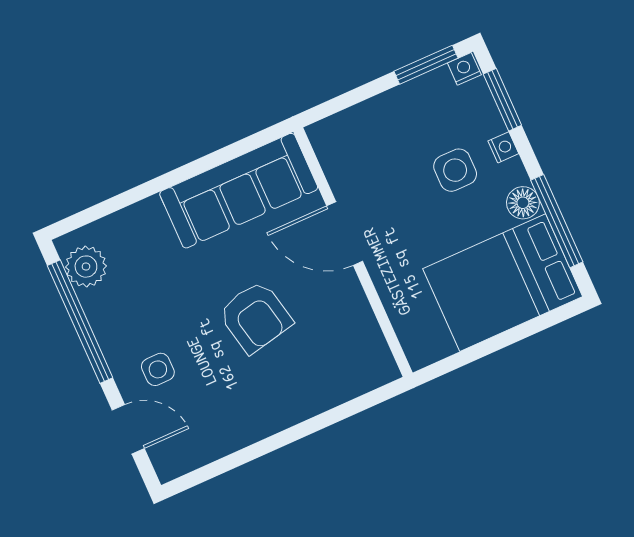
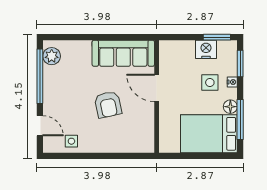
nightstand: (464, 69) -> (206, 49), moved, width x1.89, depth x1.79
side table: (158, 369) -> (71, 141), moved

